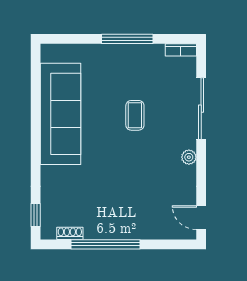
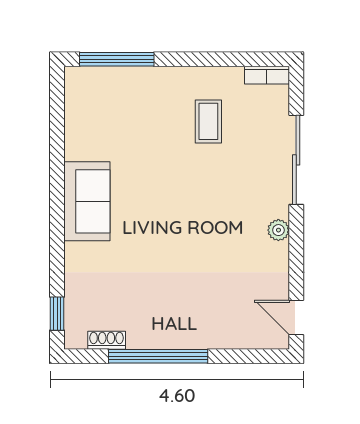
window: (127, 39) -> (117, 59), moved
sofa: (61, 114) -> (87, 201), width x0.54, depth x0.79
coffee table: (135, 115) -> (208, 121), moved

